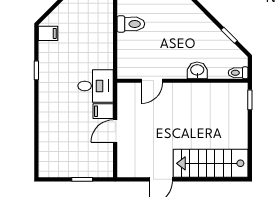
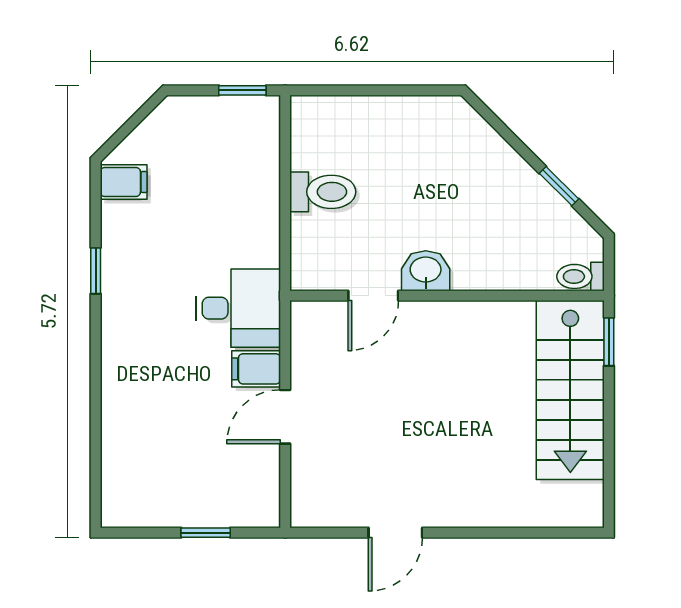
toilet: (131, 24) -> (323, 192), moved
washbasin: (197, 70) -> (426, 271), moved
stairs: (211, 163) -> (570, 390), moved, turned -90

